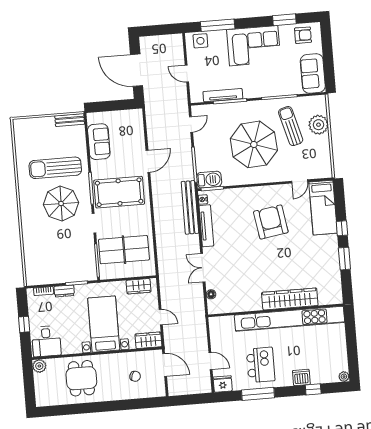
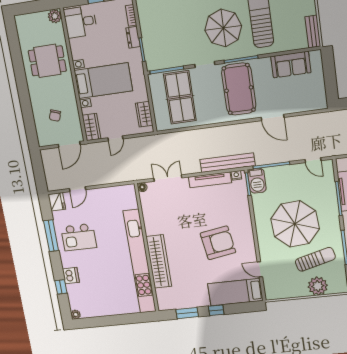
wardrobe: (290, 299) -> (159, 261), moved
wall: (276, 310) -> (147, 248), moved
kitchen unit: (289, 319) -> (140, 262), moved

